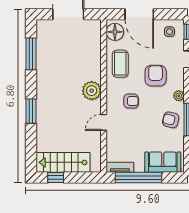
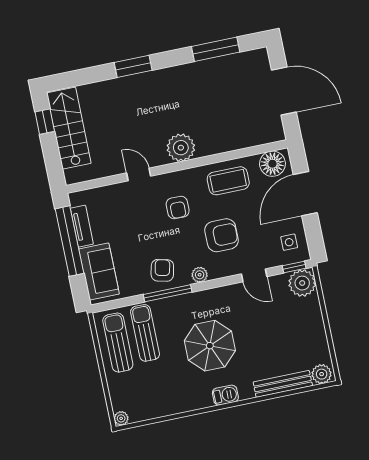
tv unit: (120, 167) -> (82, 226), moved

